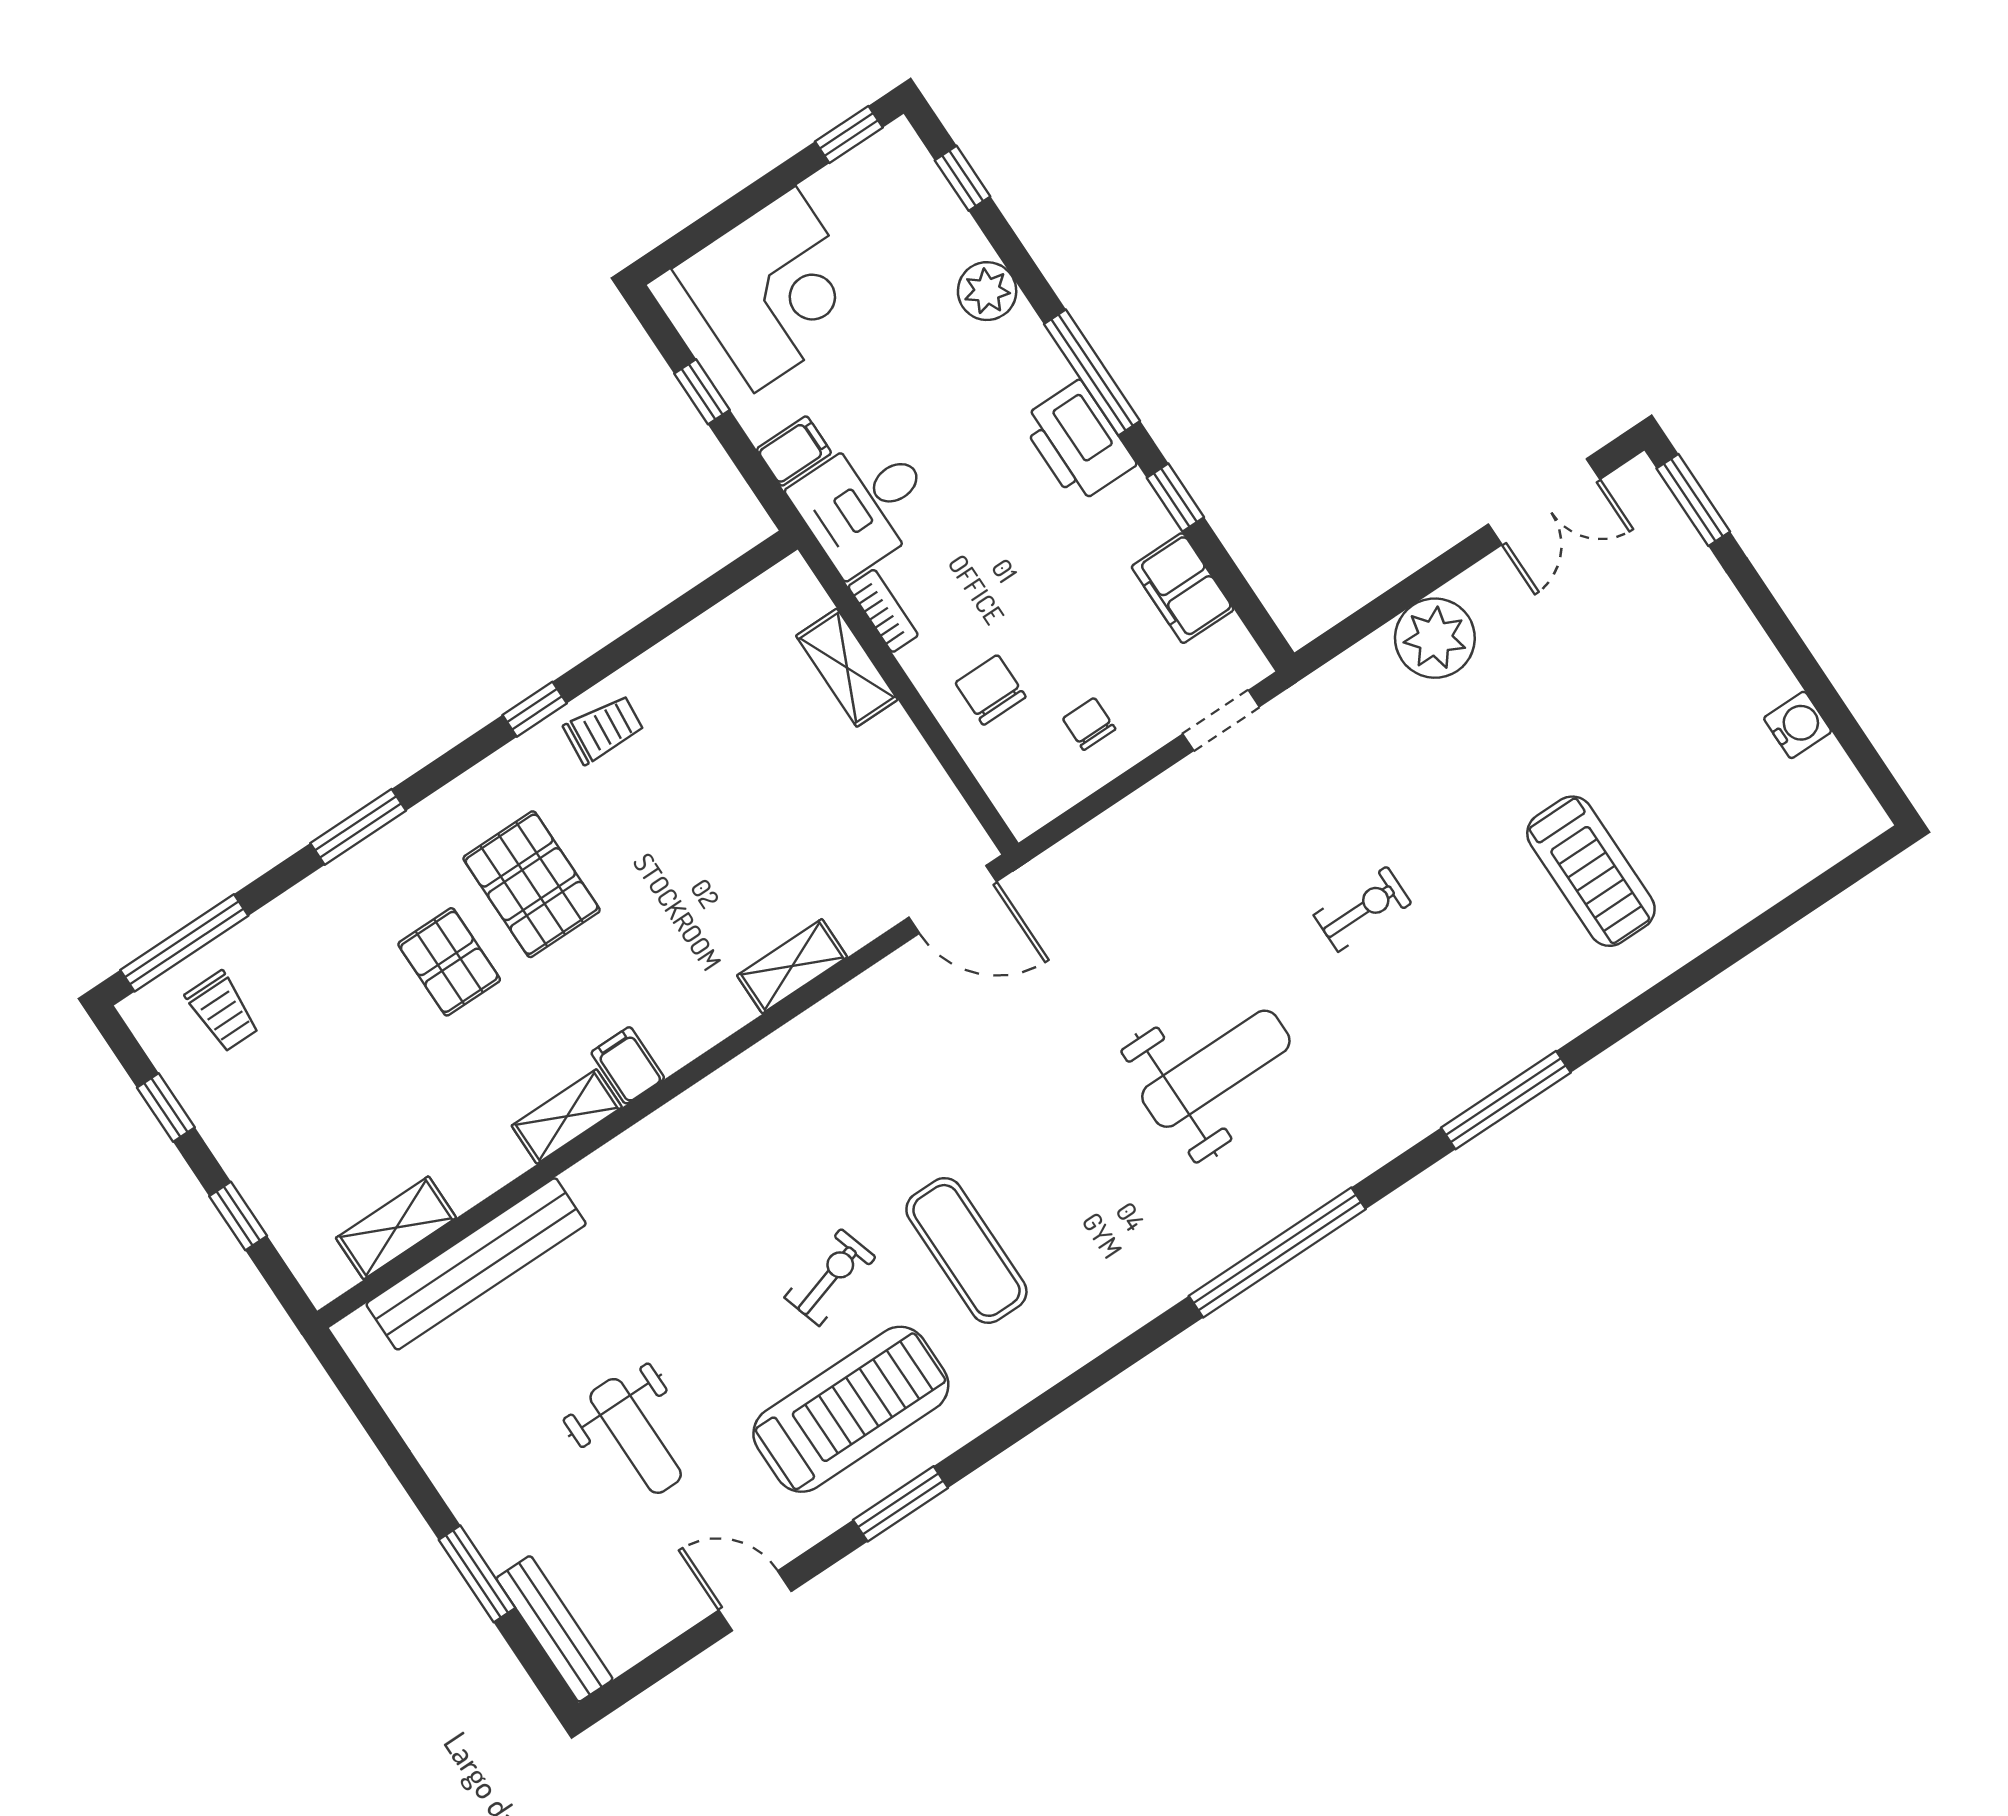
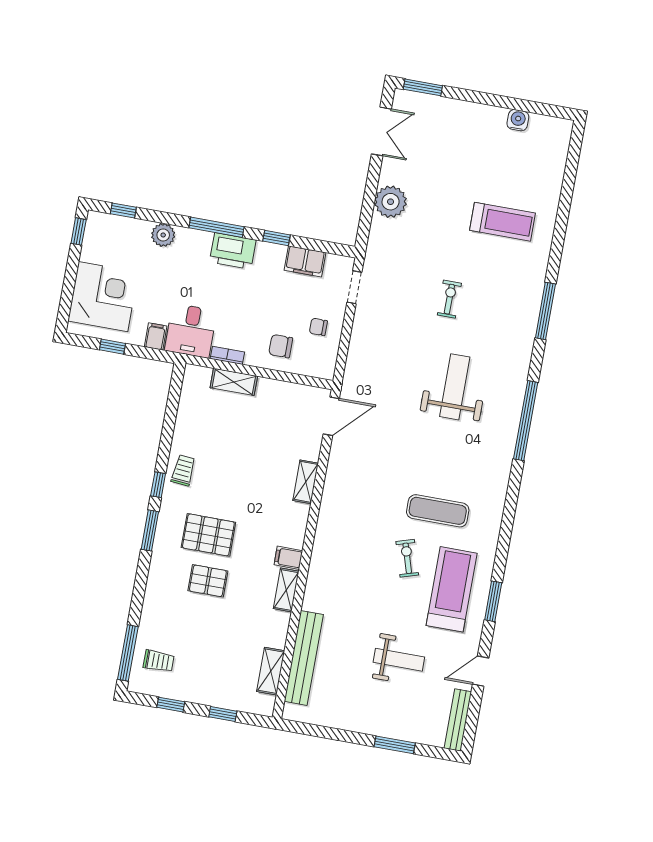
window: (358, 827) -> (150, 530), moved
bench: (554, 1629) -> (458, 720), moved, turned 90

